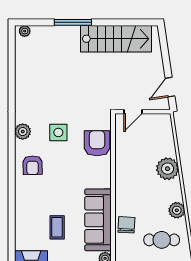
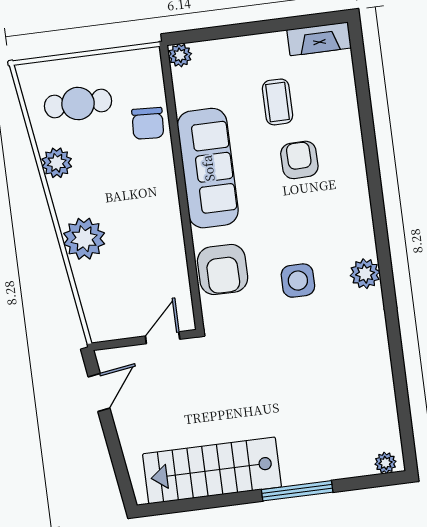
armchair: (32, 165) -> (299, 160), moved
sofa: (98, 220) -> (208, 168), moved

